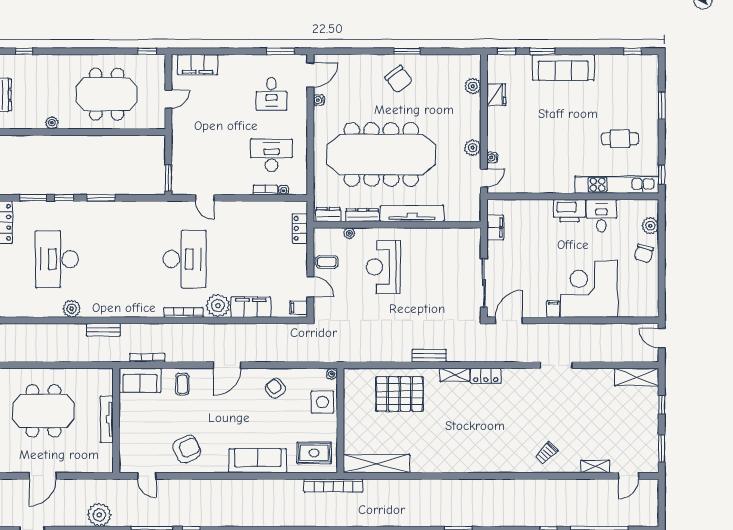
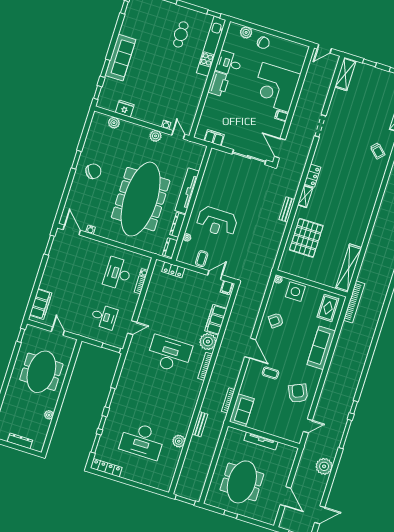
desk: (271, 94) -> (104, 317), moved
coffee table: (182, 384) -> (270, 373), moved

